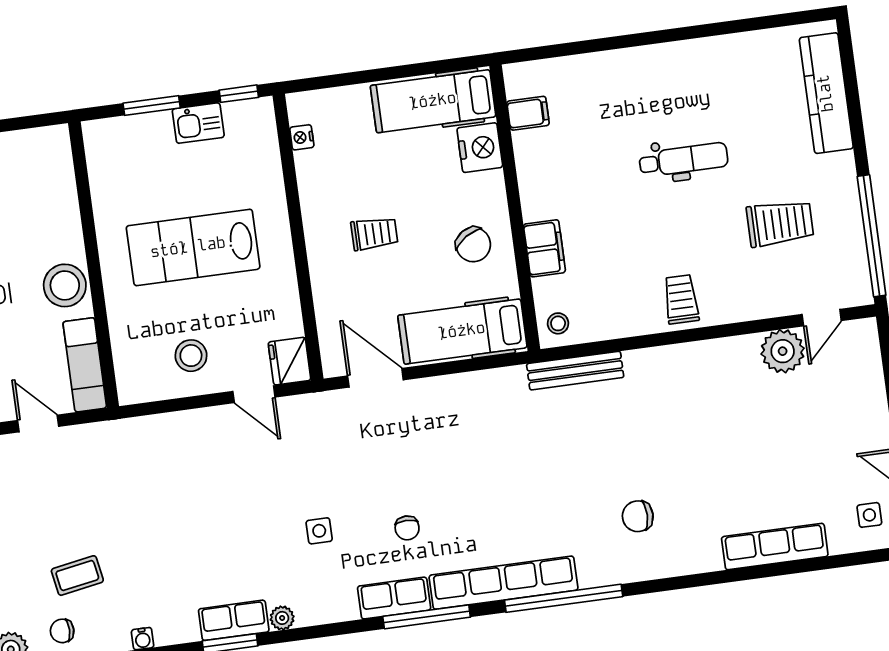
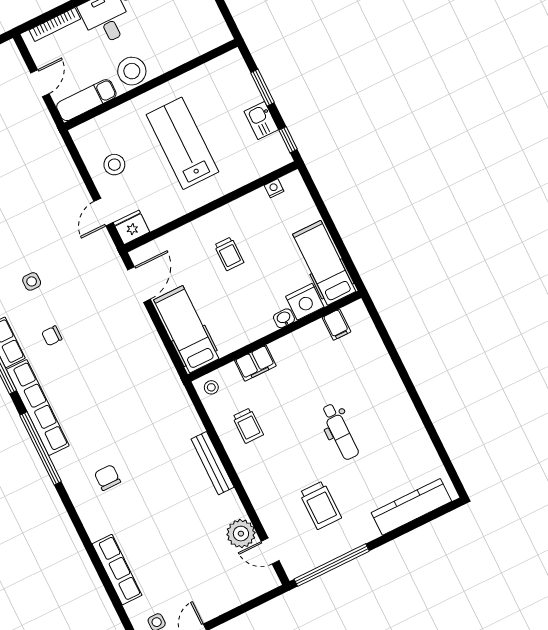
washbasin: (494, 186) -> (284, 318), added
chair: (473, 245) -> (243, 318), removed
trolley: (681, 299) -> (248, 426), moved, turned 90
bench: (575, 371) -> (213, 463), moved

